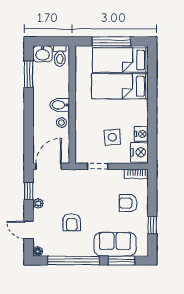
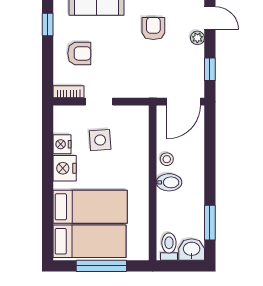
nightstand: (139, 152) -> (65, 168), moved
doorway: (98, 166) -> (99, 102), moved
plant: (38, 203) -> (197, 38), moved

